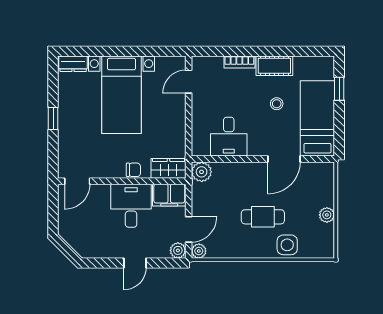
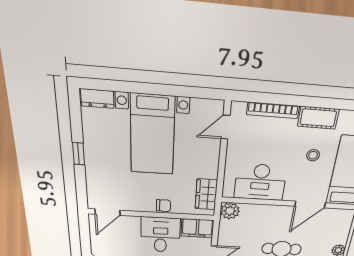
bookcase: (239, 62) -> (273, 110), width x1.56
desk: (229, 137) -> (260, 182), width x1.37
wardrobe: (169, 168) -> (206, 194), moved, turned -90

